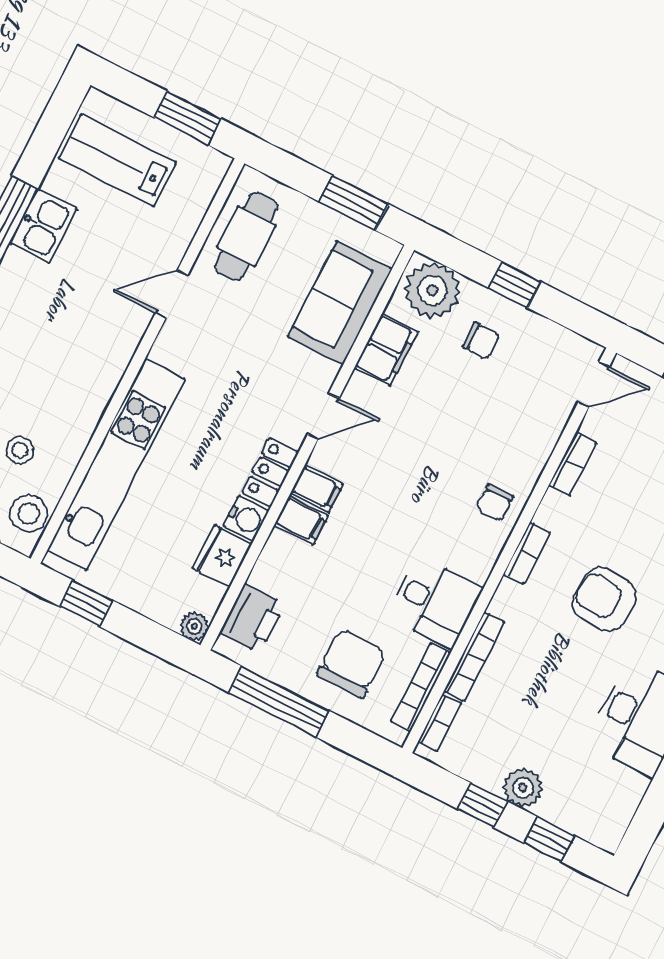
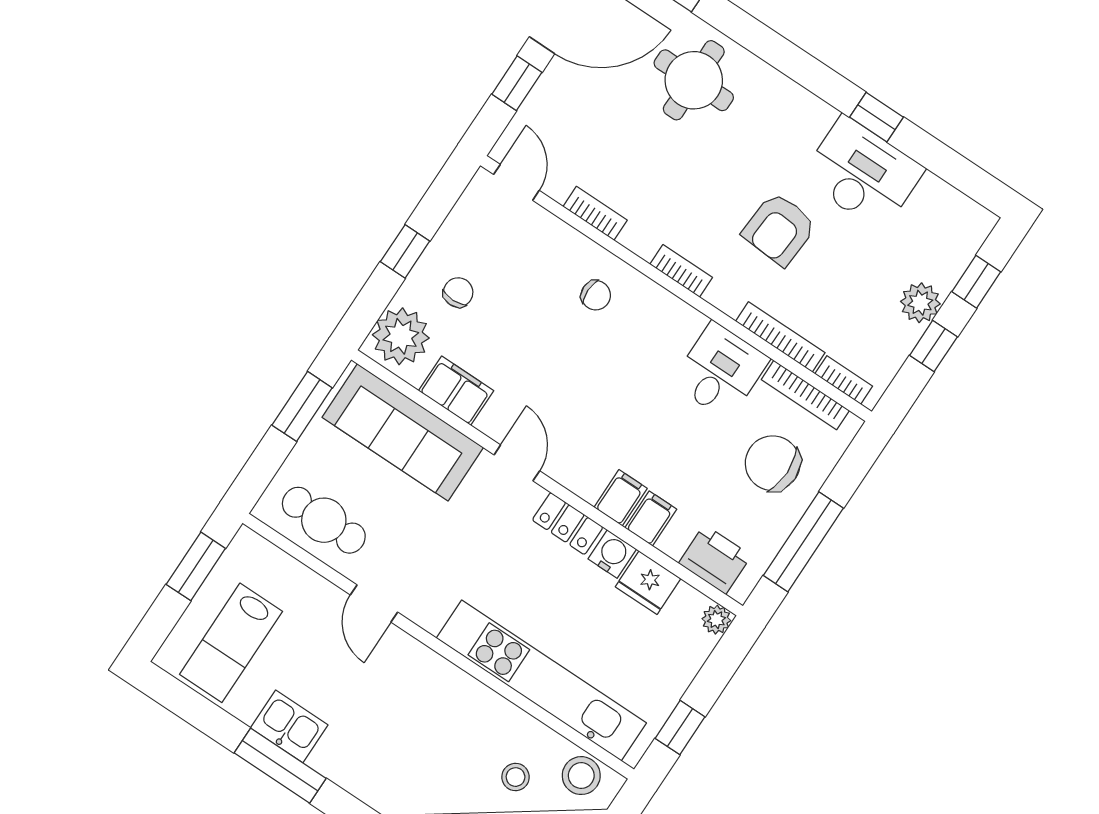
sofa: (340, 303) -> (403, 432), width x1.36
filing cabinet: (317, 488) -> (651, 519), moved
chair: (495, 503) -> (596, 295), moved
armchair: (604, 599) -> (779, 229), moved

